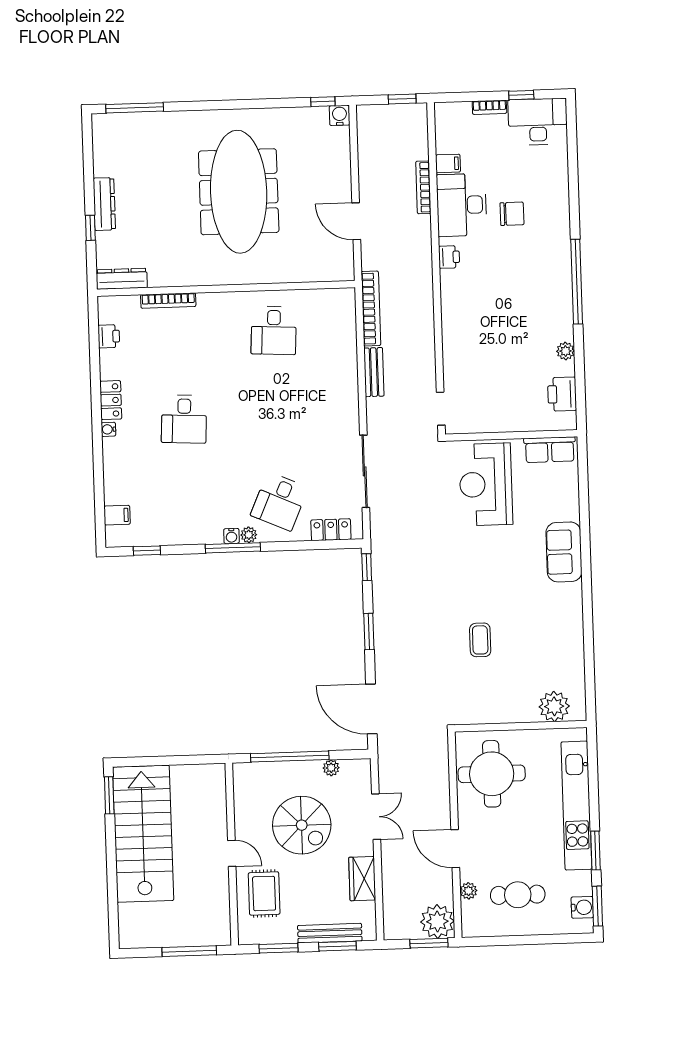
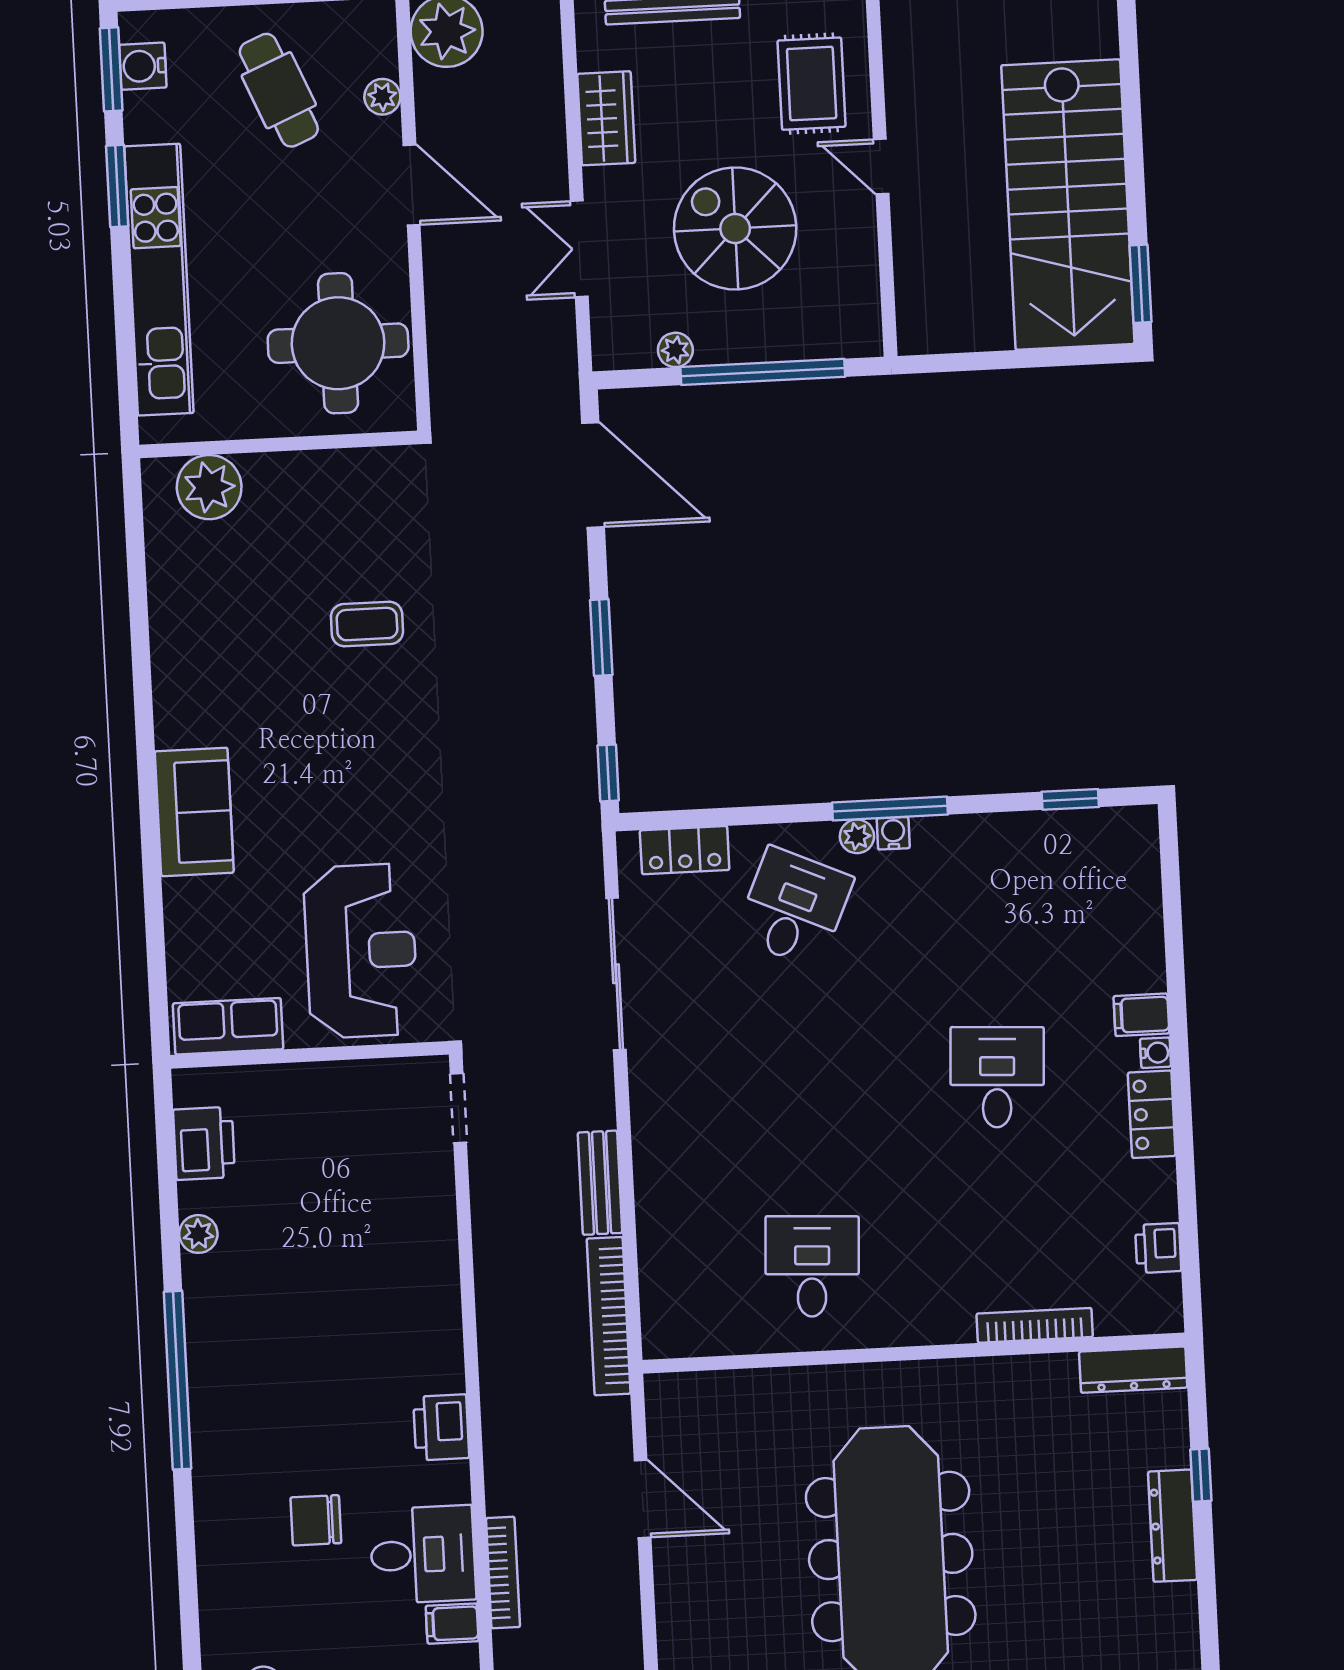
desk: (462, 205) -> (423, 1555), width x0.73
printer: (449, 257) -> (441, 1427), width x1.36, depth x1.24
filing cabinet: (117, 515) -> (1141, 1015), moved
coffee table: (480, 640) -> (367, 624), turned 90
cafe table: (518, 895) -> (279, 90), turned 67

